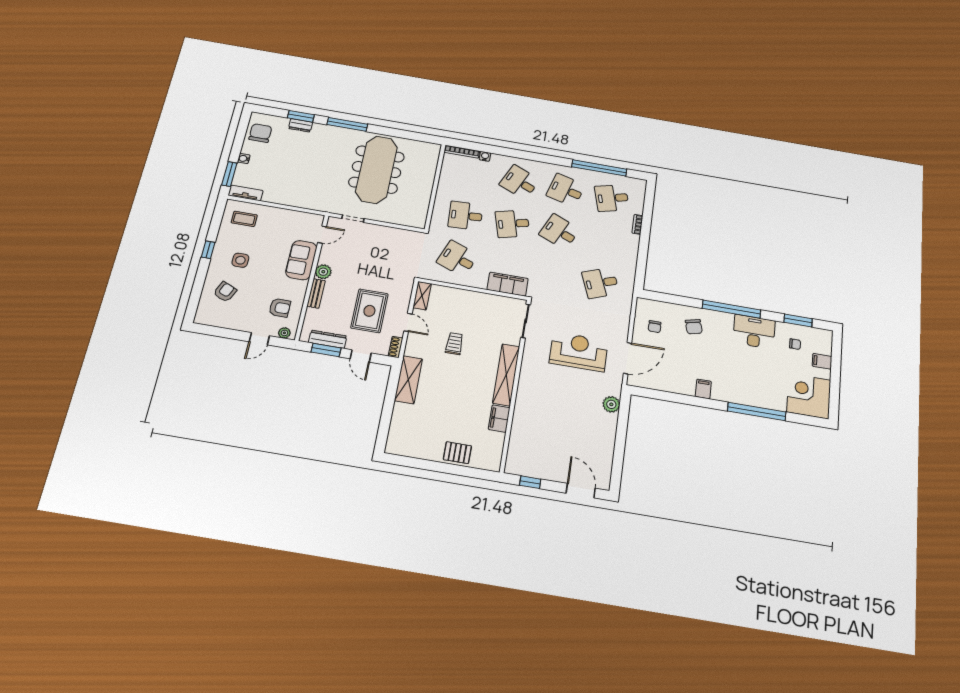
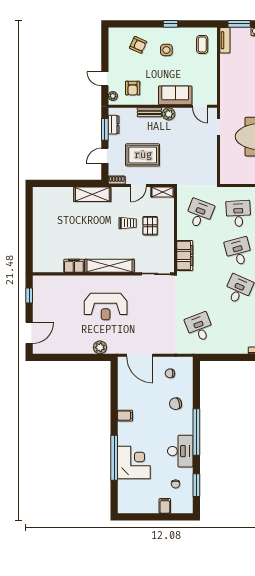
dresser: (328, 339) -> (114, 125), width x0.70
reception desk: (579, 352) -> (106, 307), moved, turned 90
corner desk: (809, 396) -> (134, 462), moved
pallet: (457, 453) -> (150, 226), moved

